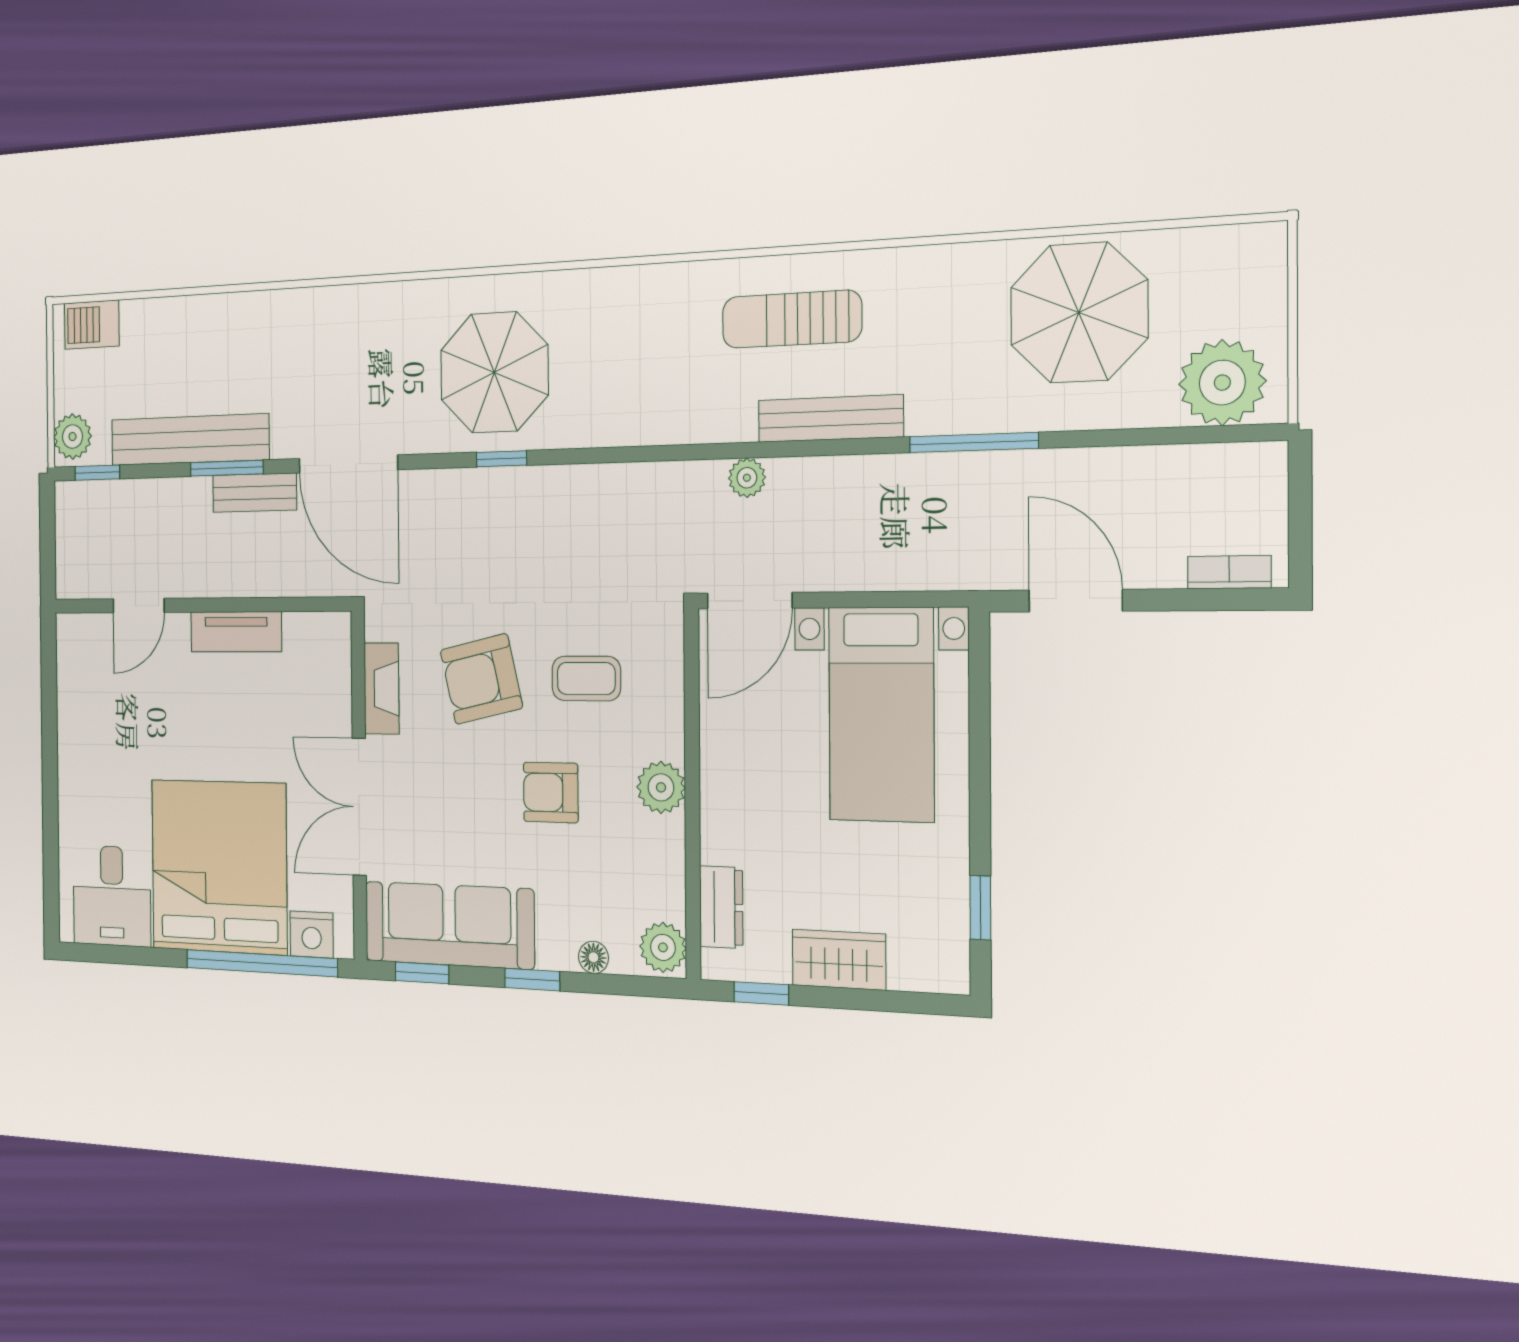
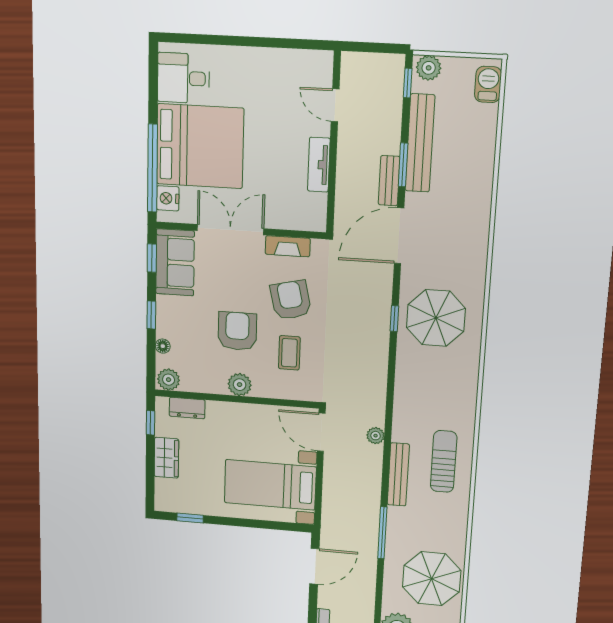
armchair: (551, 792) -> (237, 331), width x1.38, depth x1.38
sofa: (449, 925) -> (175, 262), width x0.73

